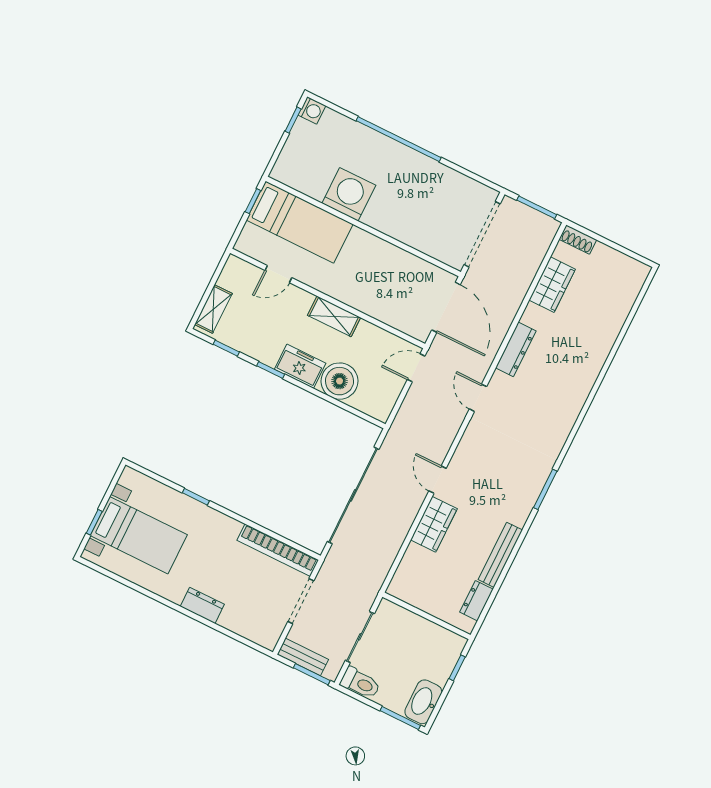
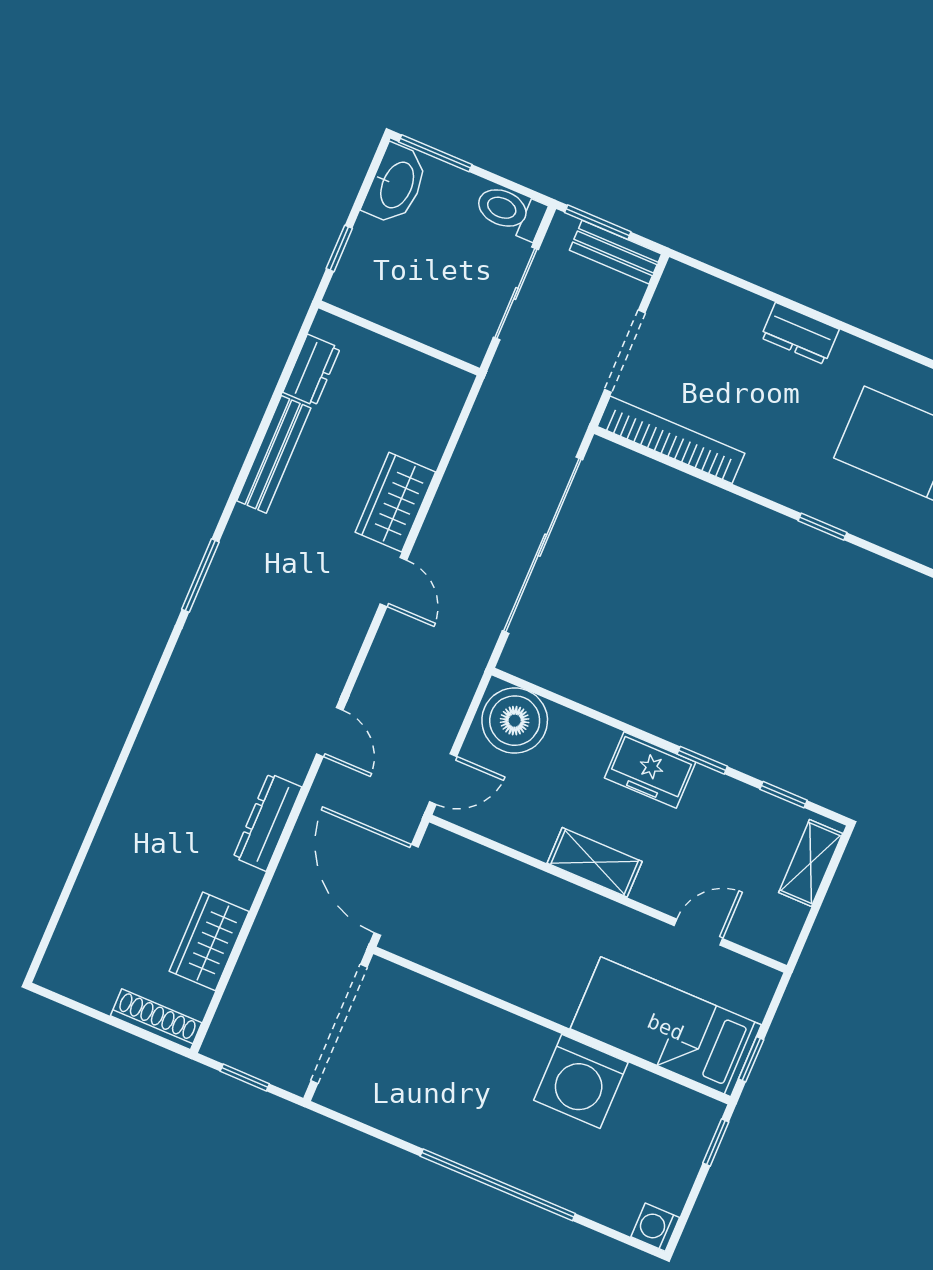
window: (293, 120) -> (716, 1142), moved
window: (537, 207) -> (245, 1077), width x0.67
shoe rack: (578, 239) -> (156, 1019), width x1.43
boiler: (340, 381) -> (515, 721), moved

